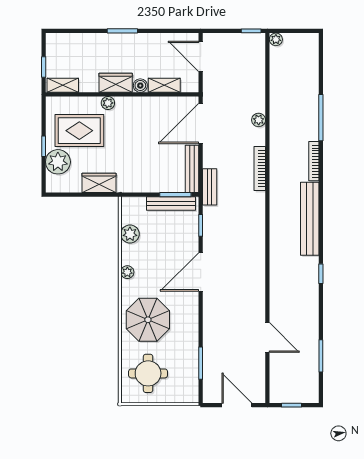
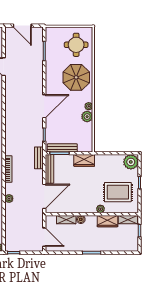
wardrobe: (116, 83) -> (107, 221), moved
plant: (58, 162) -> (131, 162), moved
wardrobe: (99, 183) -> (84, 160), moved
plant: (130, 234) -> (87, 117), moved

